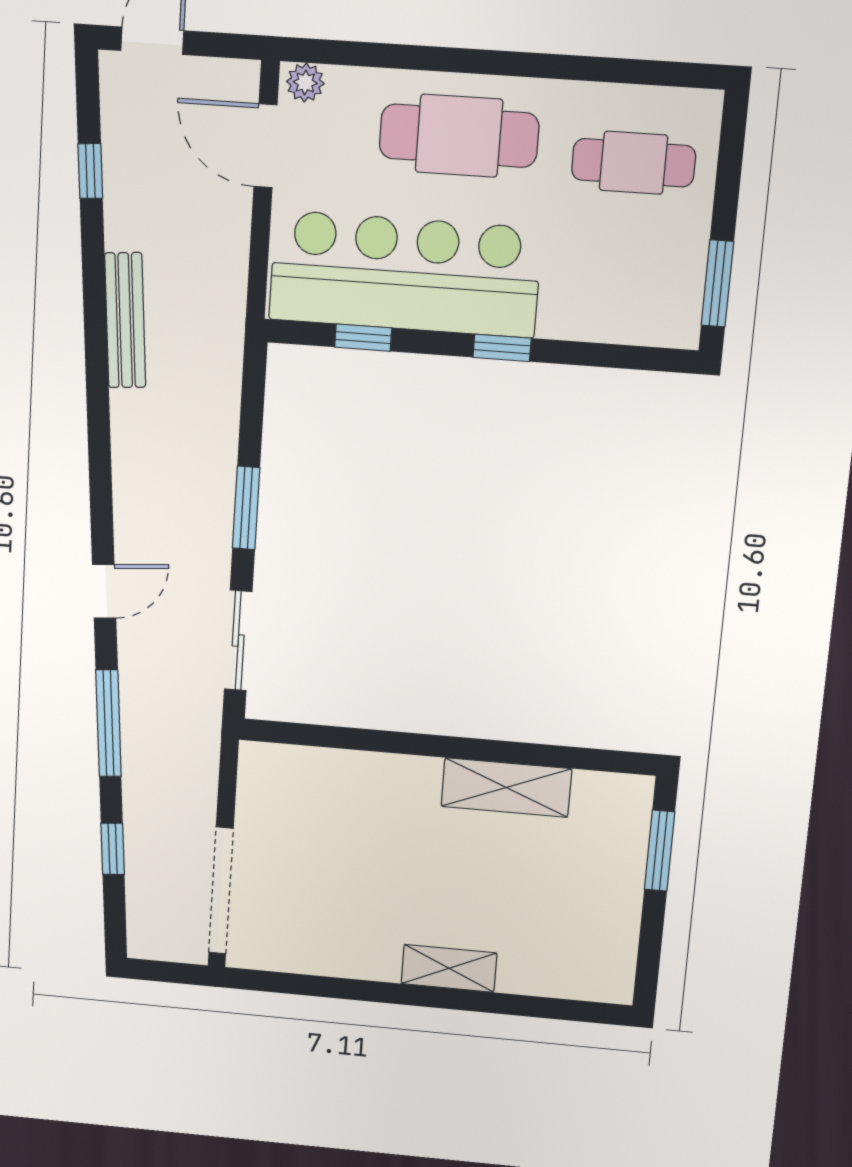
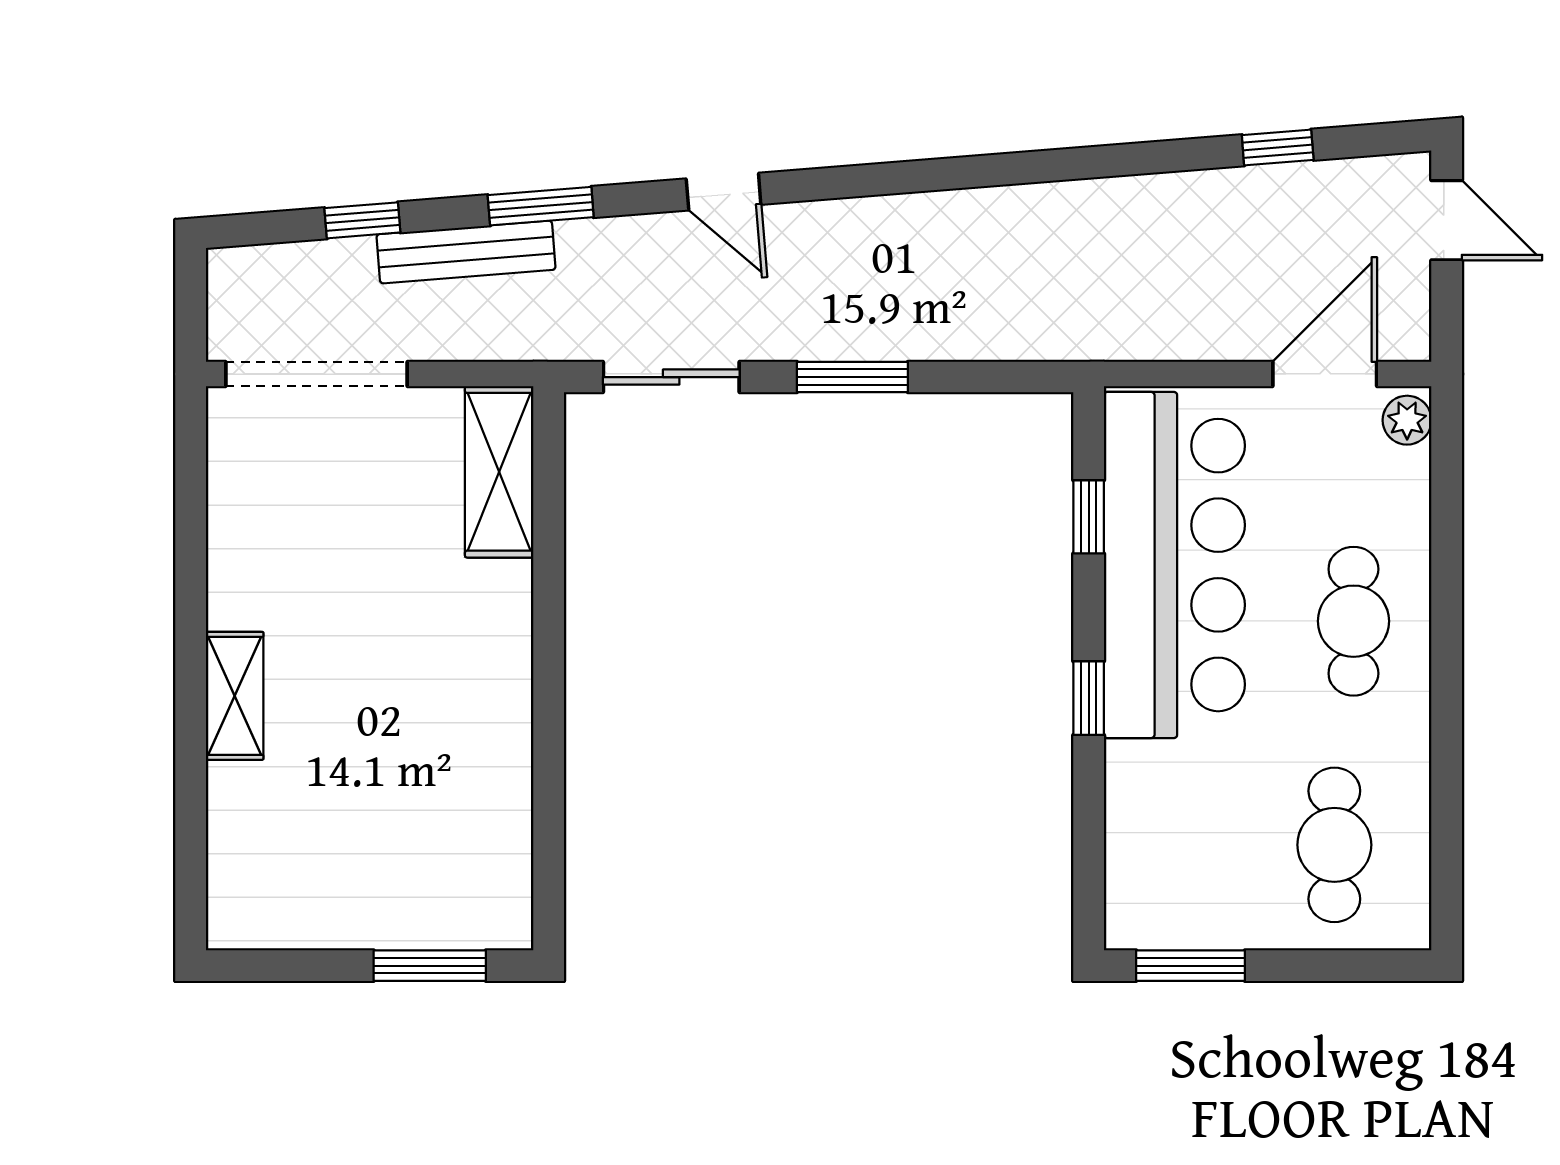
cafe table: (459, 136) -> (1353, 621), width x0.73, depth x0.74
bench: (125, 320) -> (466, 252), moved
window: (109, 723) -> (541, 206), width x0.69
shelving: (506, 787) -> (499, 472), moved

